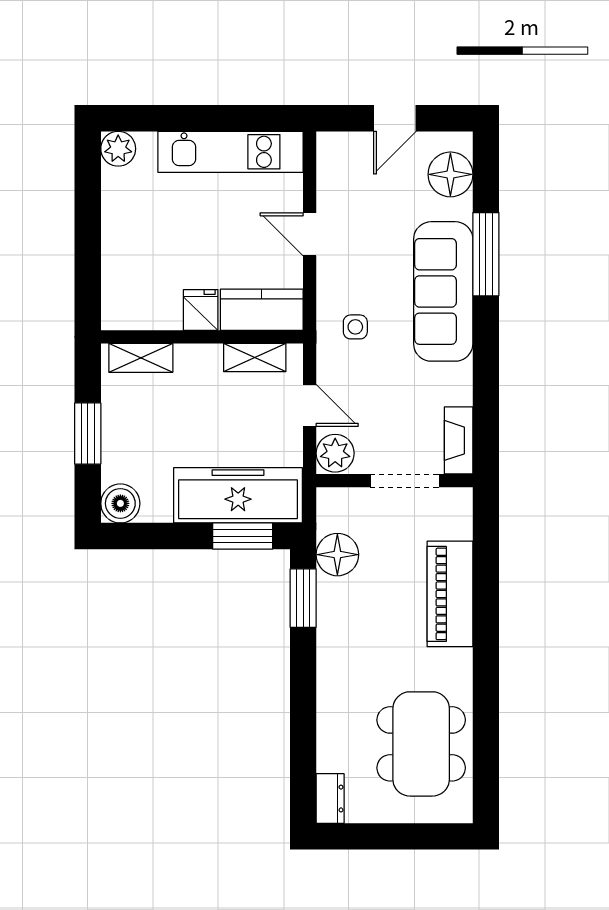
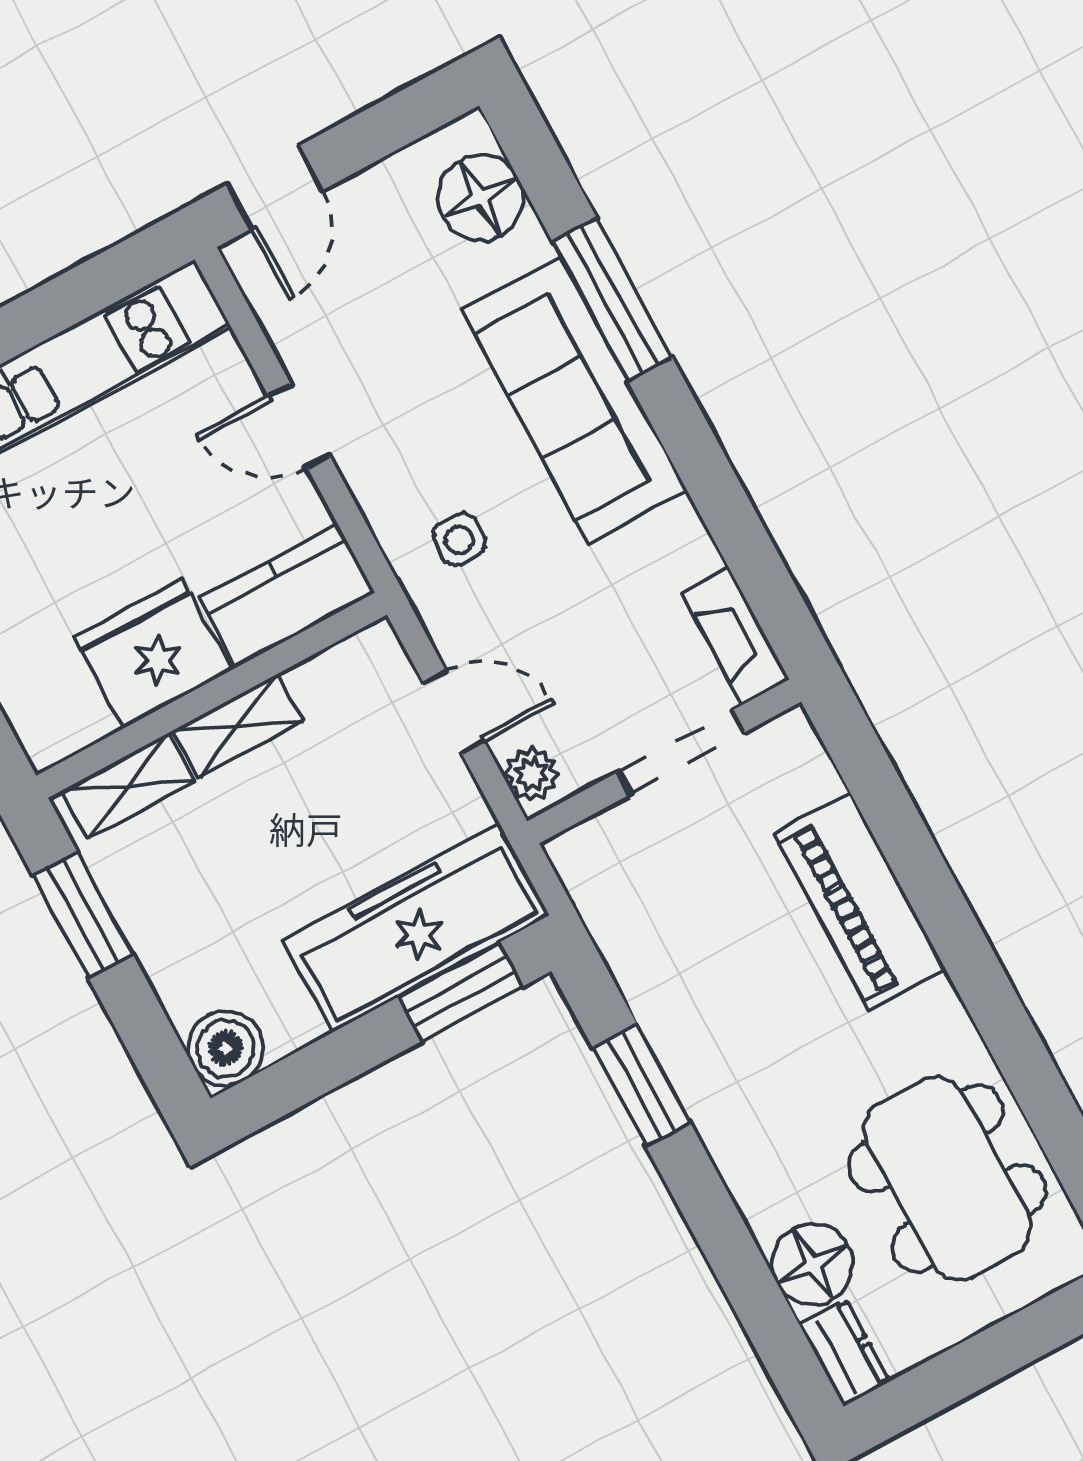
door: (395, 118) -> (275, 188), moved
fridge: (201, 310) -> (153, 653), width x1.88, depth x1.34
shelving: (255, 358) -> (238, 725), moved
window: (88, 433) -> (83, 915), moved
plant: (335, 453) -> (531, 774), width x0.73, depth x0.73
floor lamp: (337, 555) -> (813, 1264), moved
window: (303, 598) -> (641, 1085), moved

